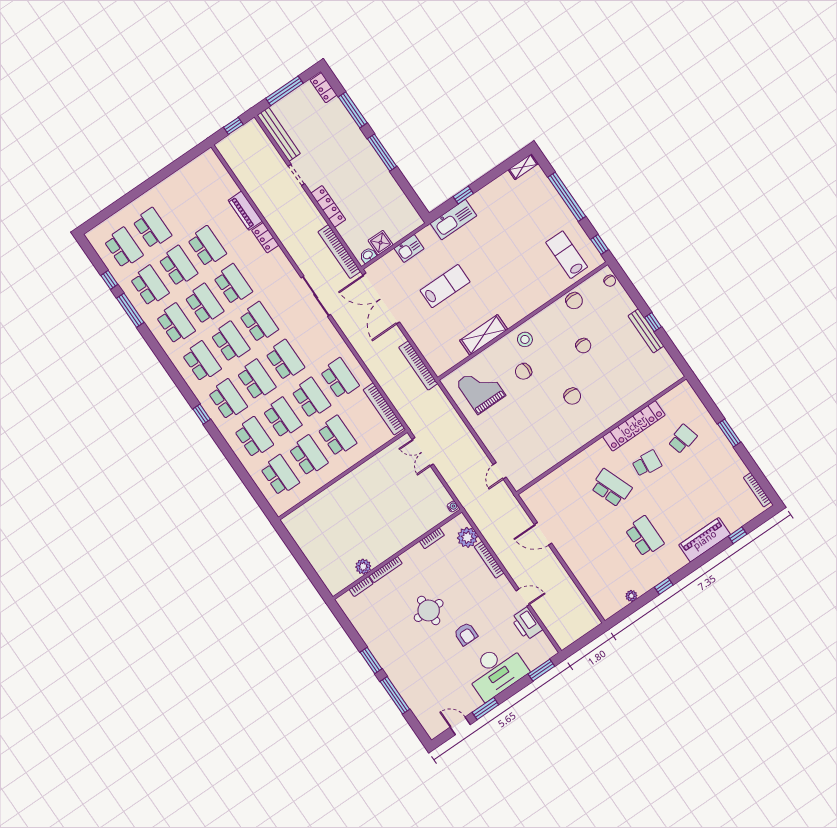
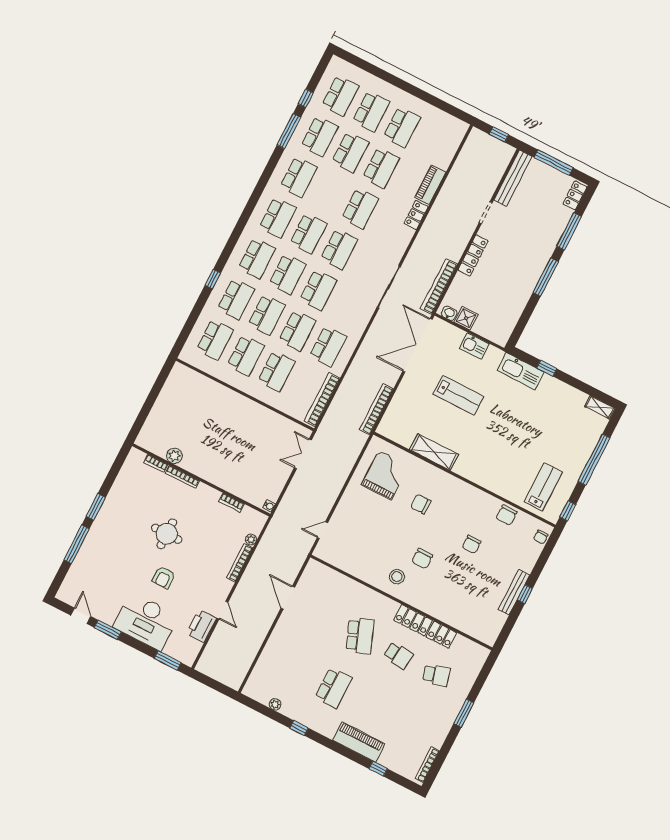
school desk: (204, 304) -> (402, 127), moved
stool: (525, 339) -> (397, 577), moved
window: (202, 414) -> (213, 279), moved
plant: (467, 537) -> (251, 540), width x0.53, depth x0.53

